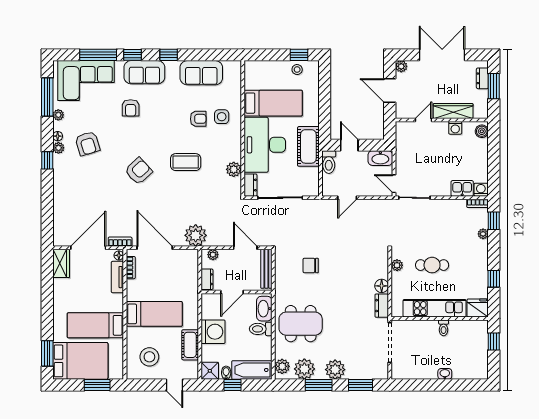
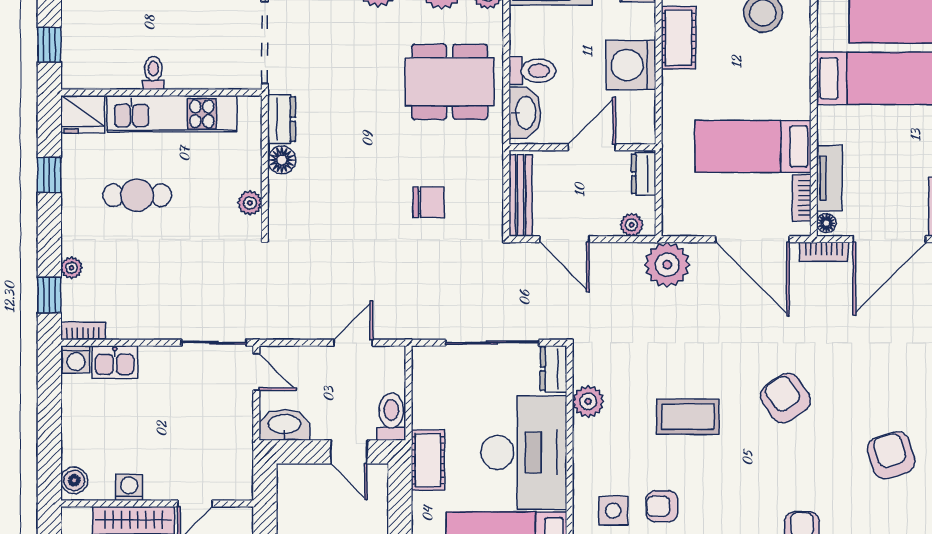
cot: (308, 146) -> (428, 460), width x0.73, depth x0.75
armchair: (139, 171) -> (785, 398), turned 98
cafe table: (432, 265) -> (137, 195), moved
bed: (154, 314) -> (753, 146), moved

